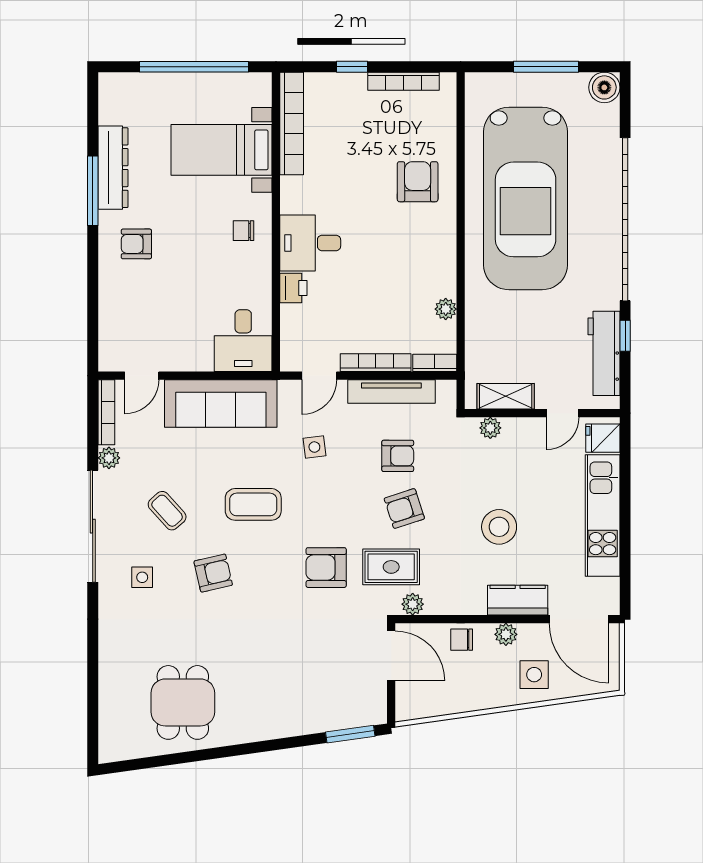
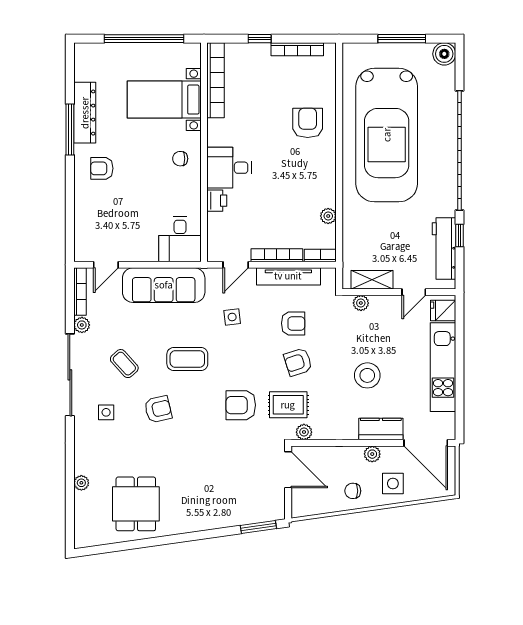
chair: (462, 640) -> (353, 491), moved
plant: (108, 674) -> (81, 483), added

